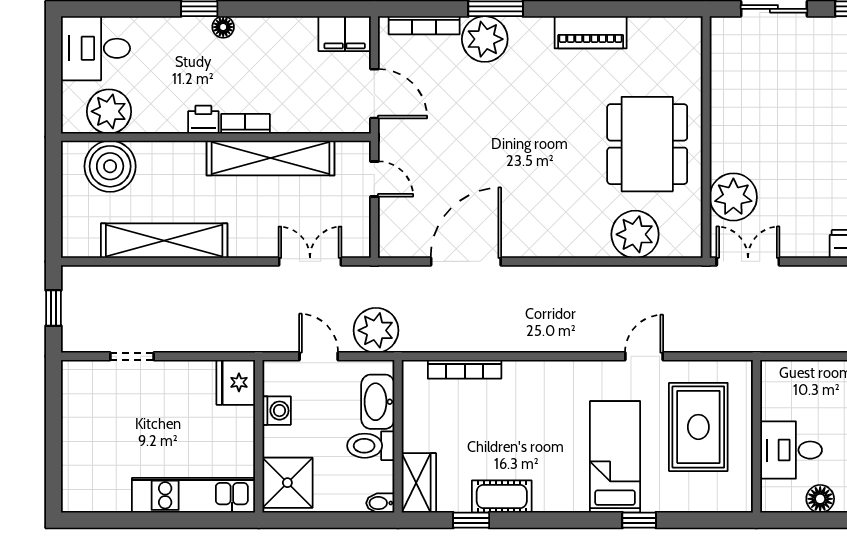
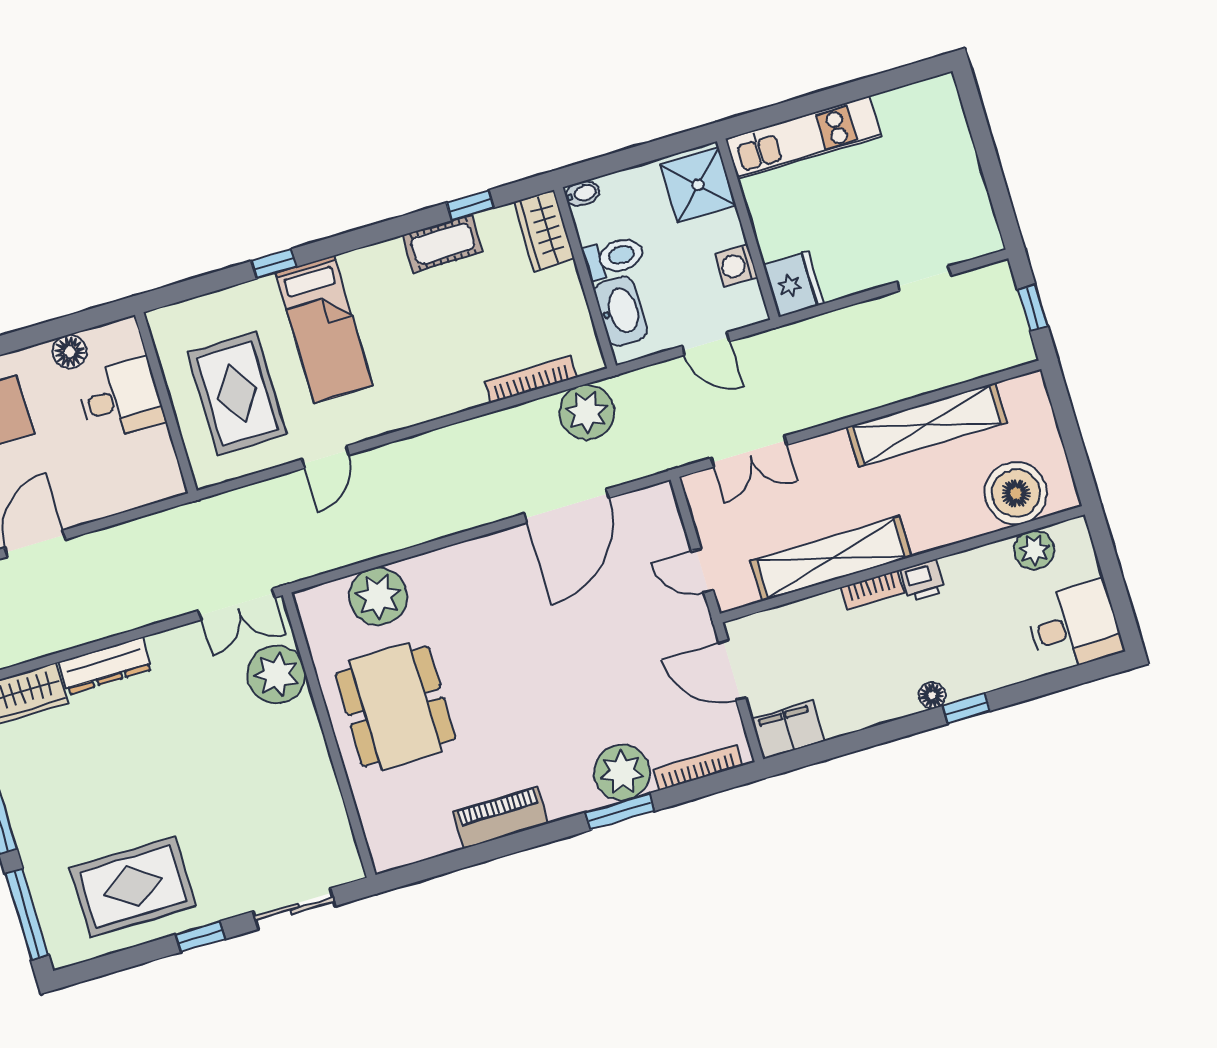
plant: (109, 111) -> (1034, 550), width x0.73, depth x0.73
plant: (376, 330) -> (587, 412), moved

